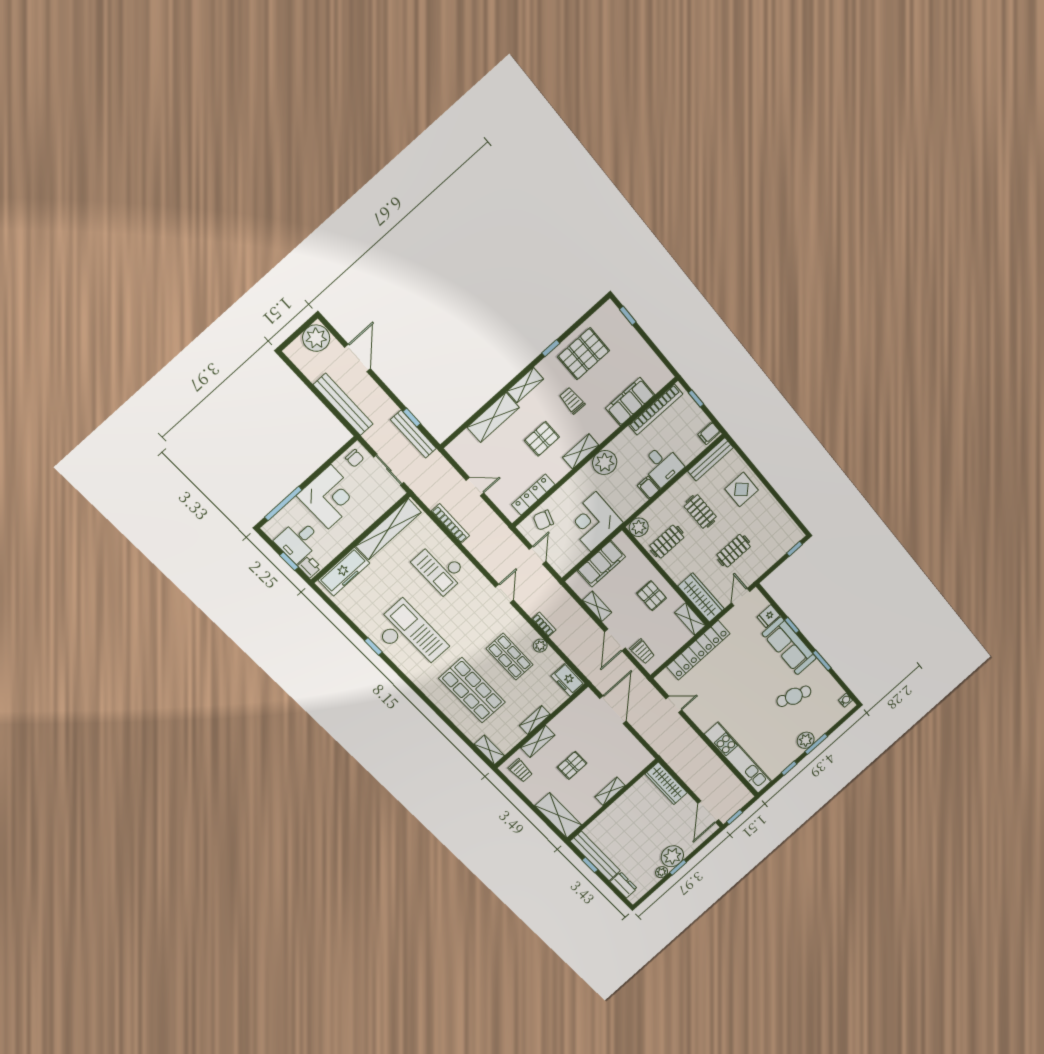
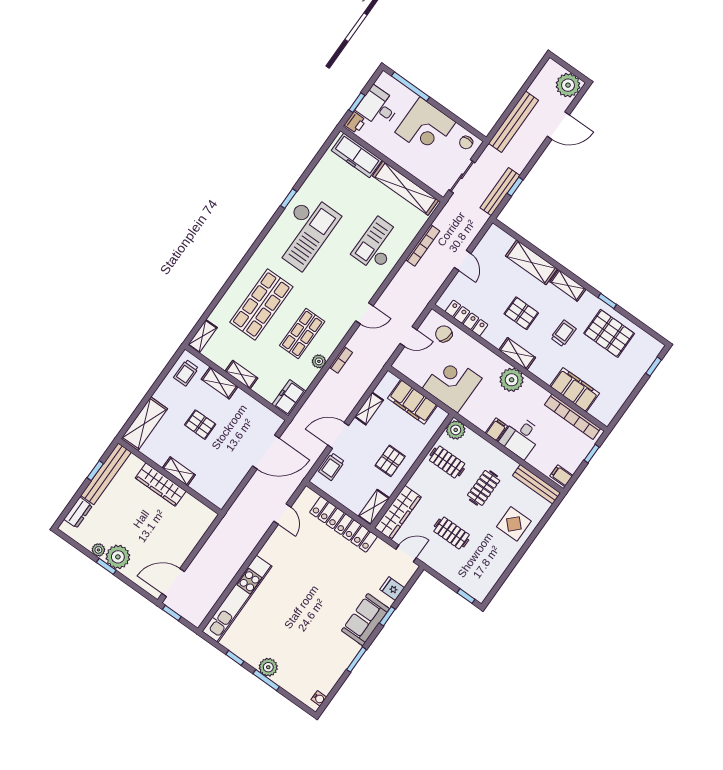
sofa: (789, 646) -> (365, 620), width x0.73
cafe table: (794, 696) -> (313, 640), removed
wardrobe: (666, 783) -> (161, 485), moved, turned -90

